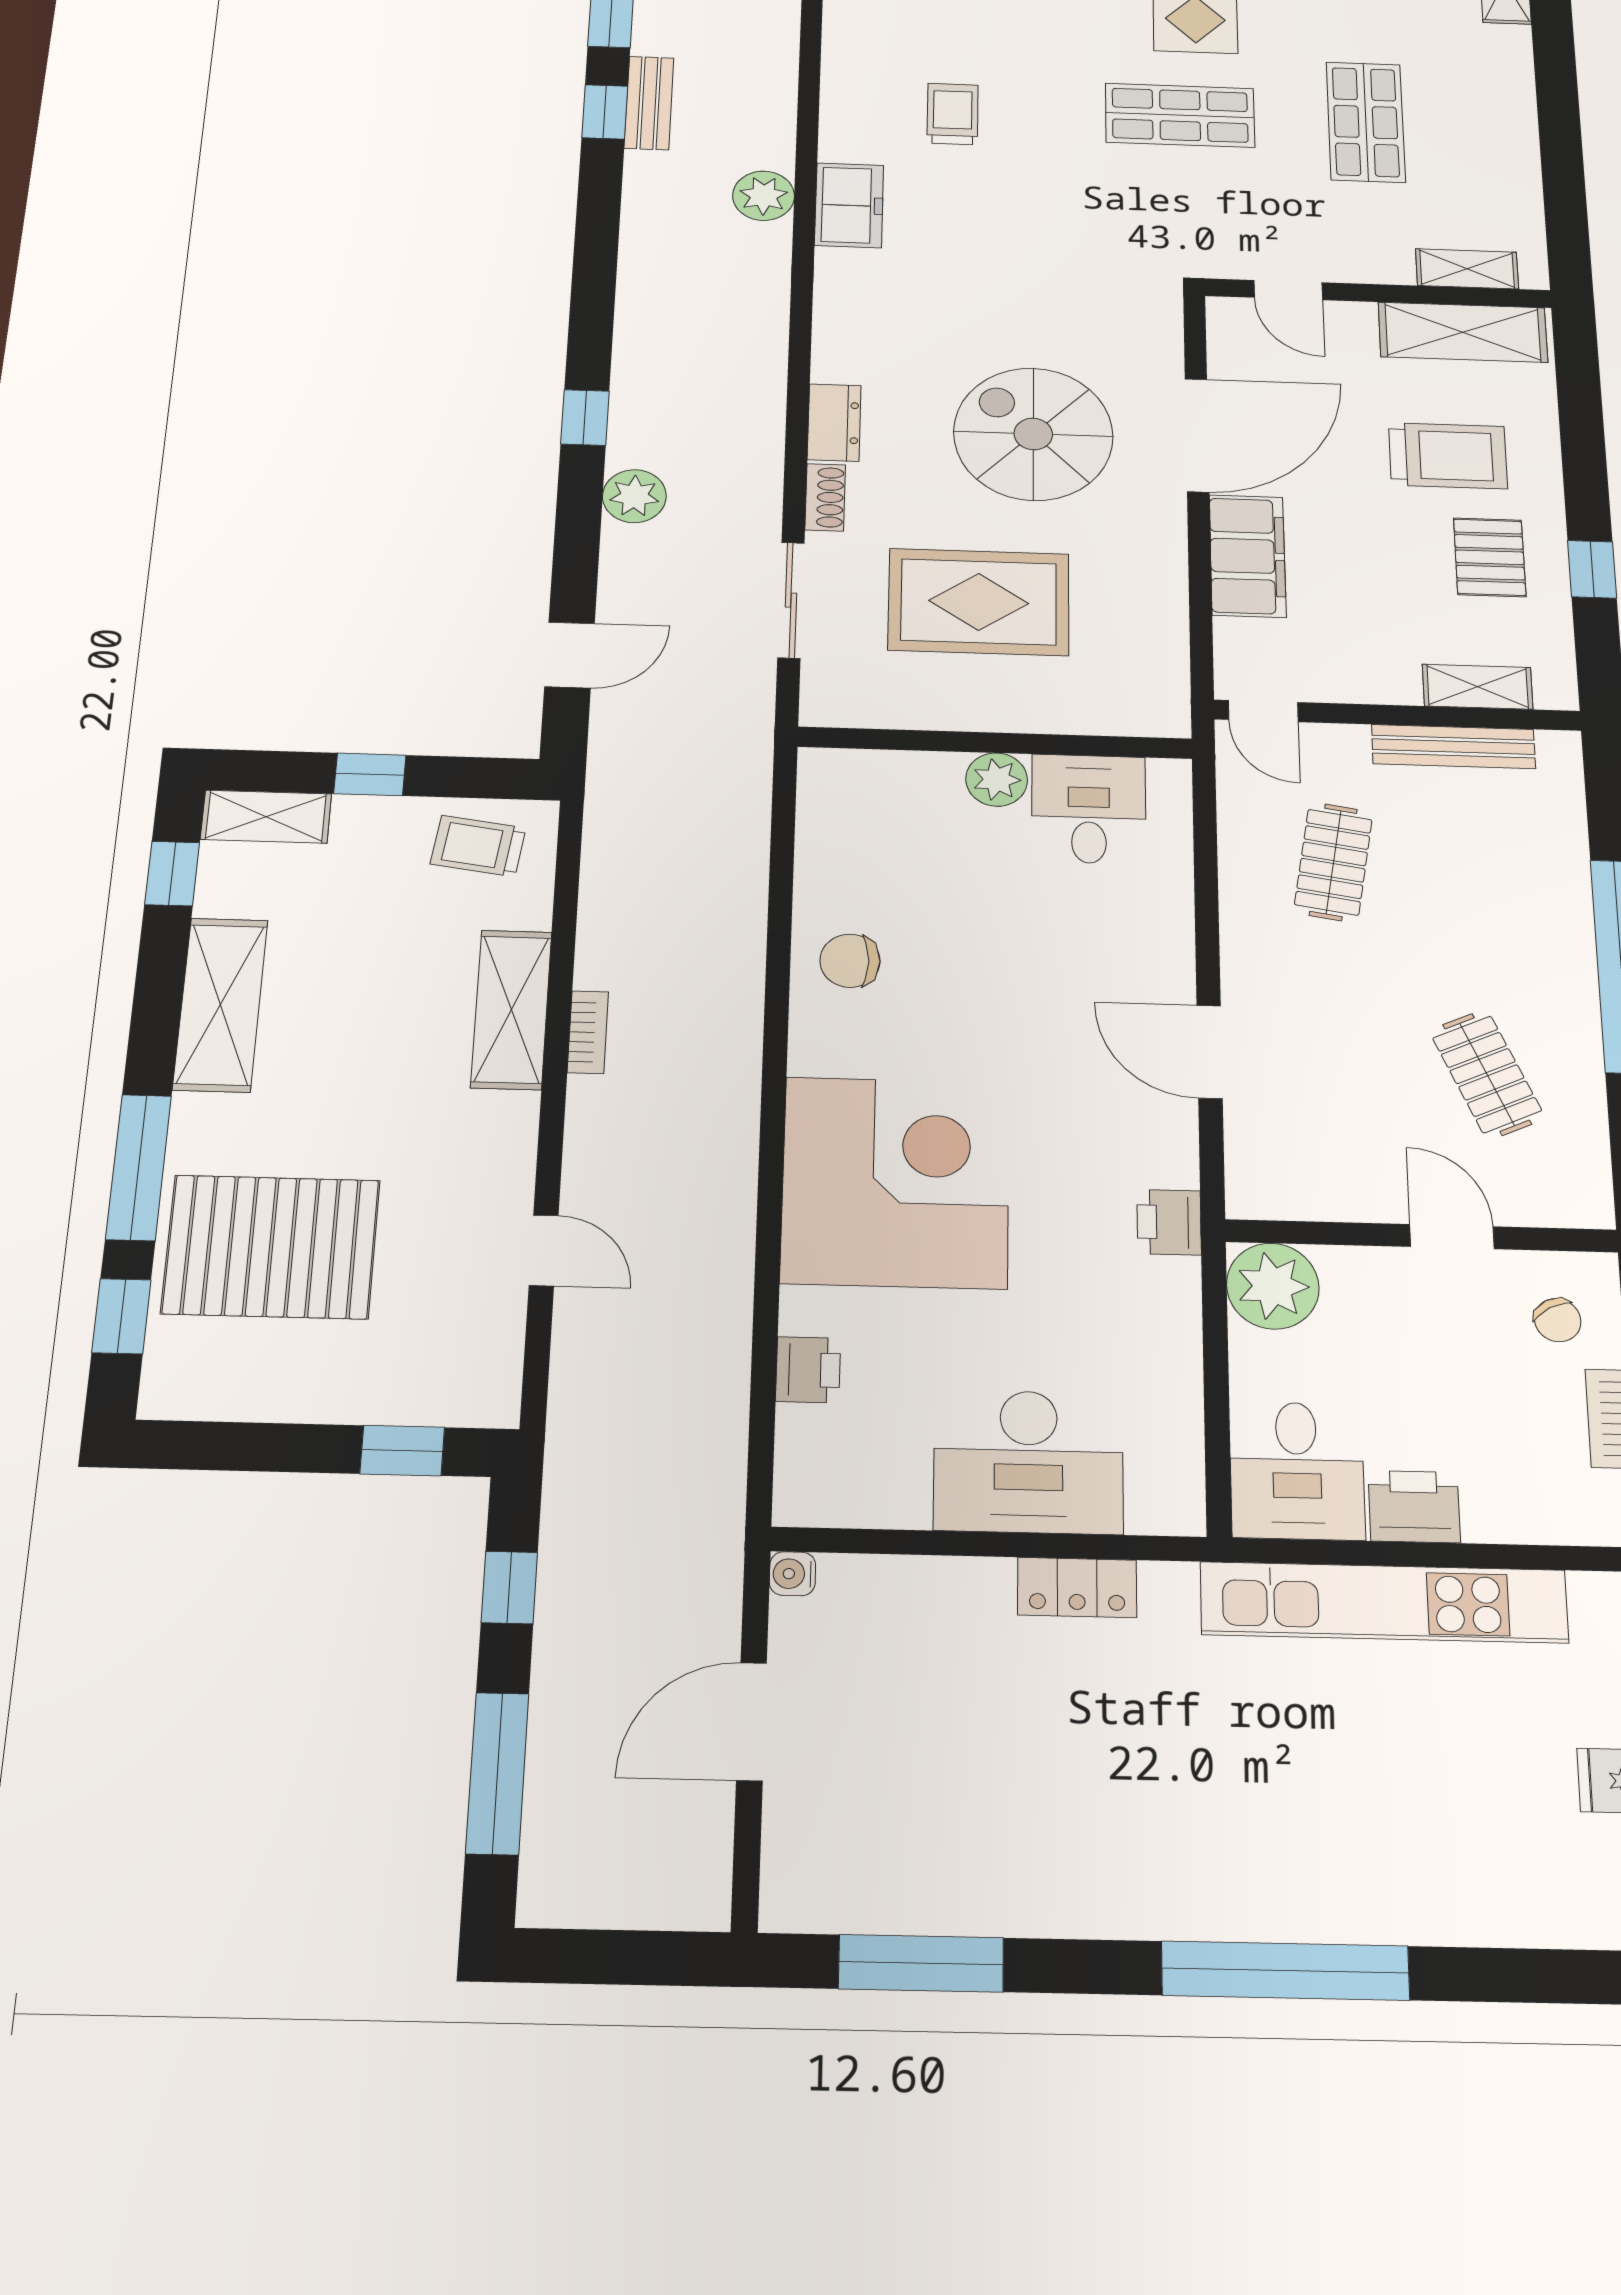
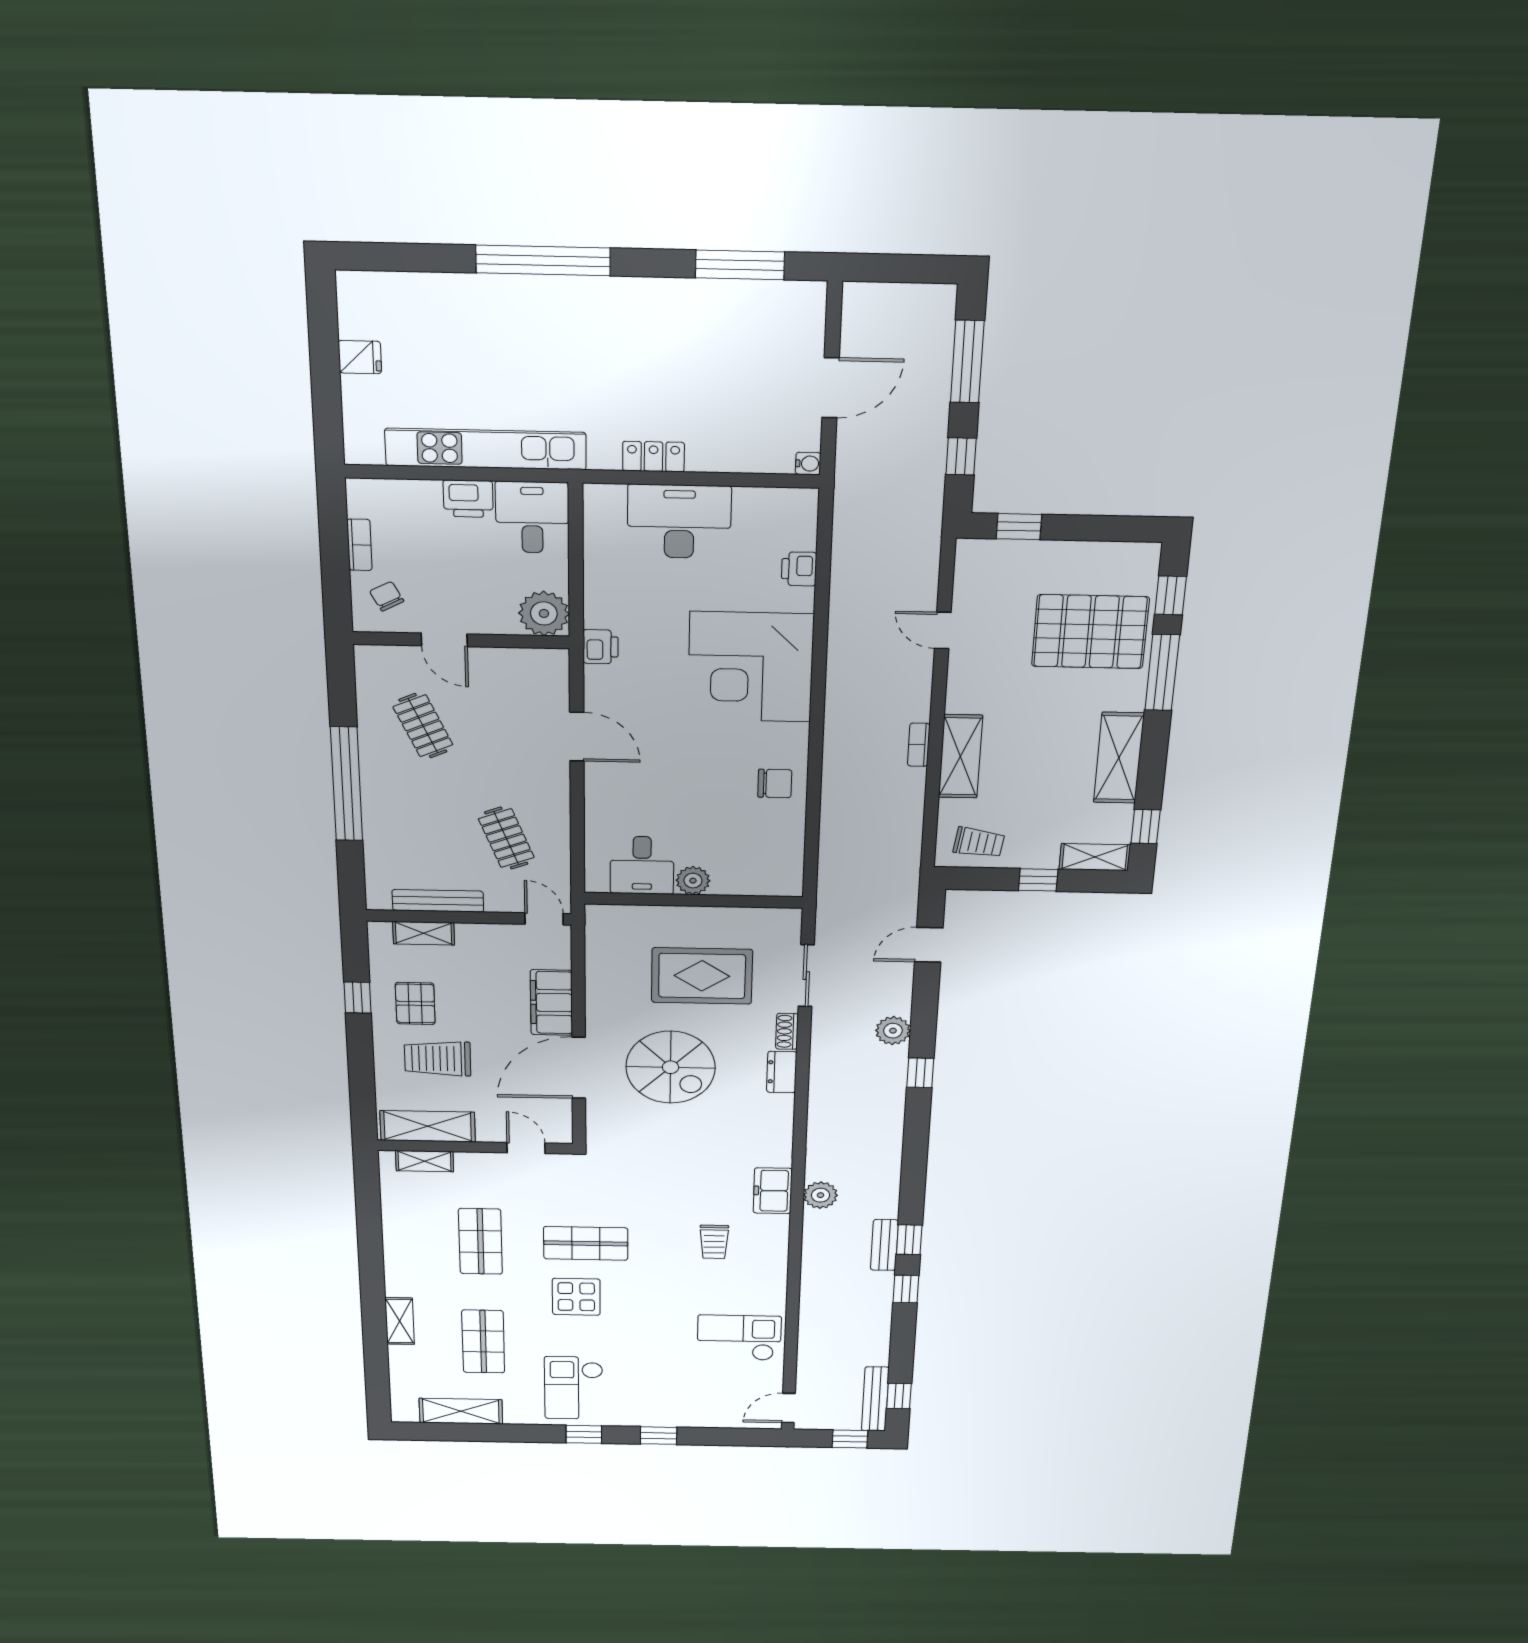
clothes rail: (1333, 862) -> (506, 838), turned -30

